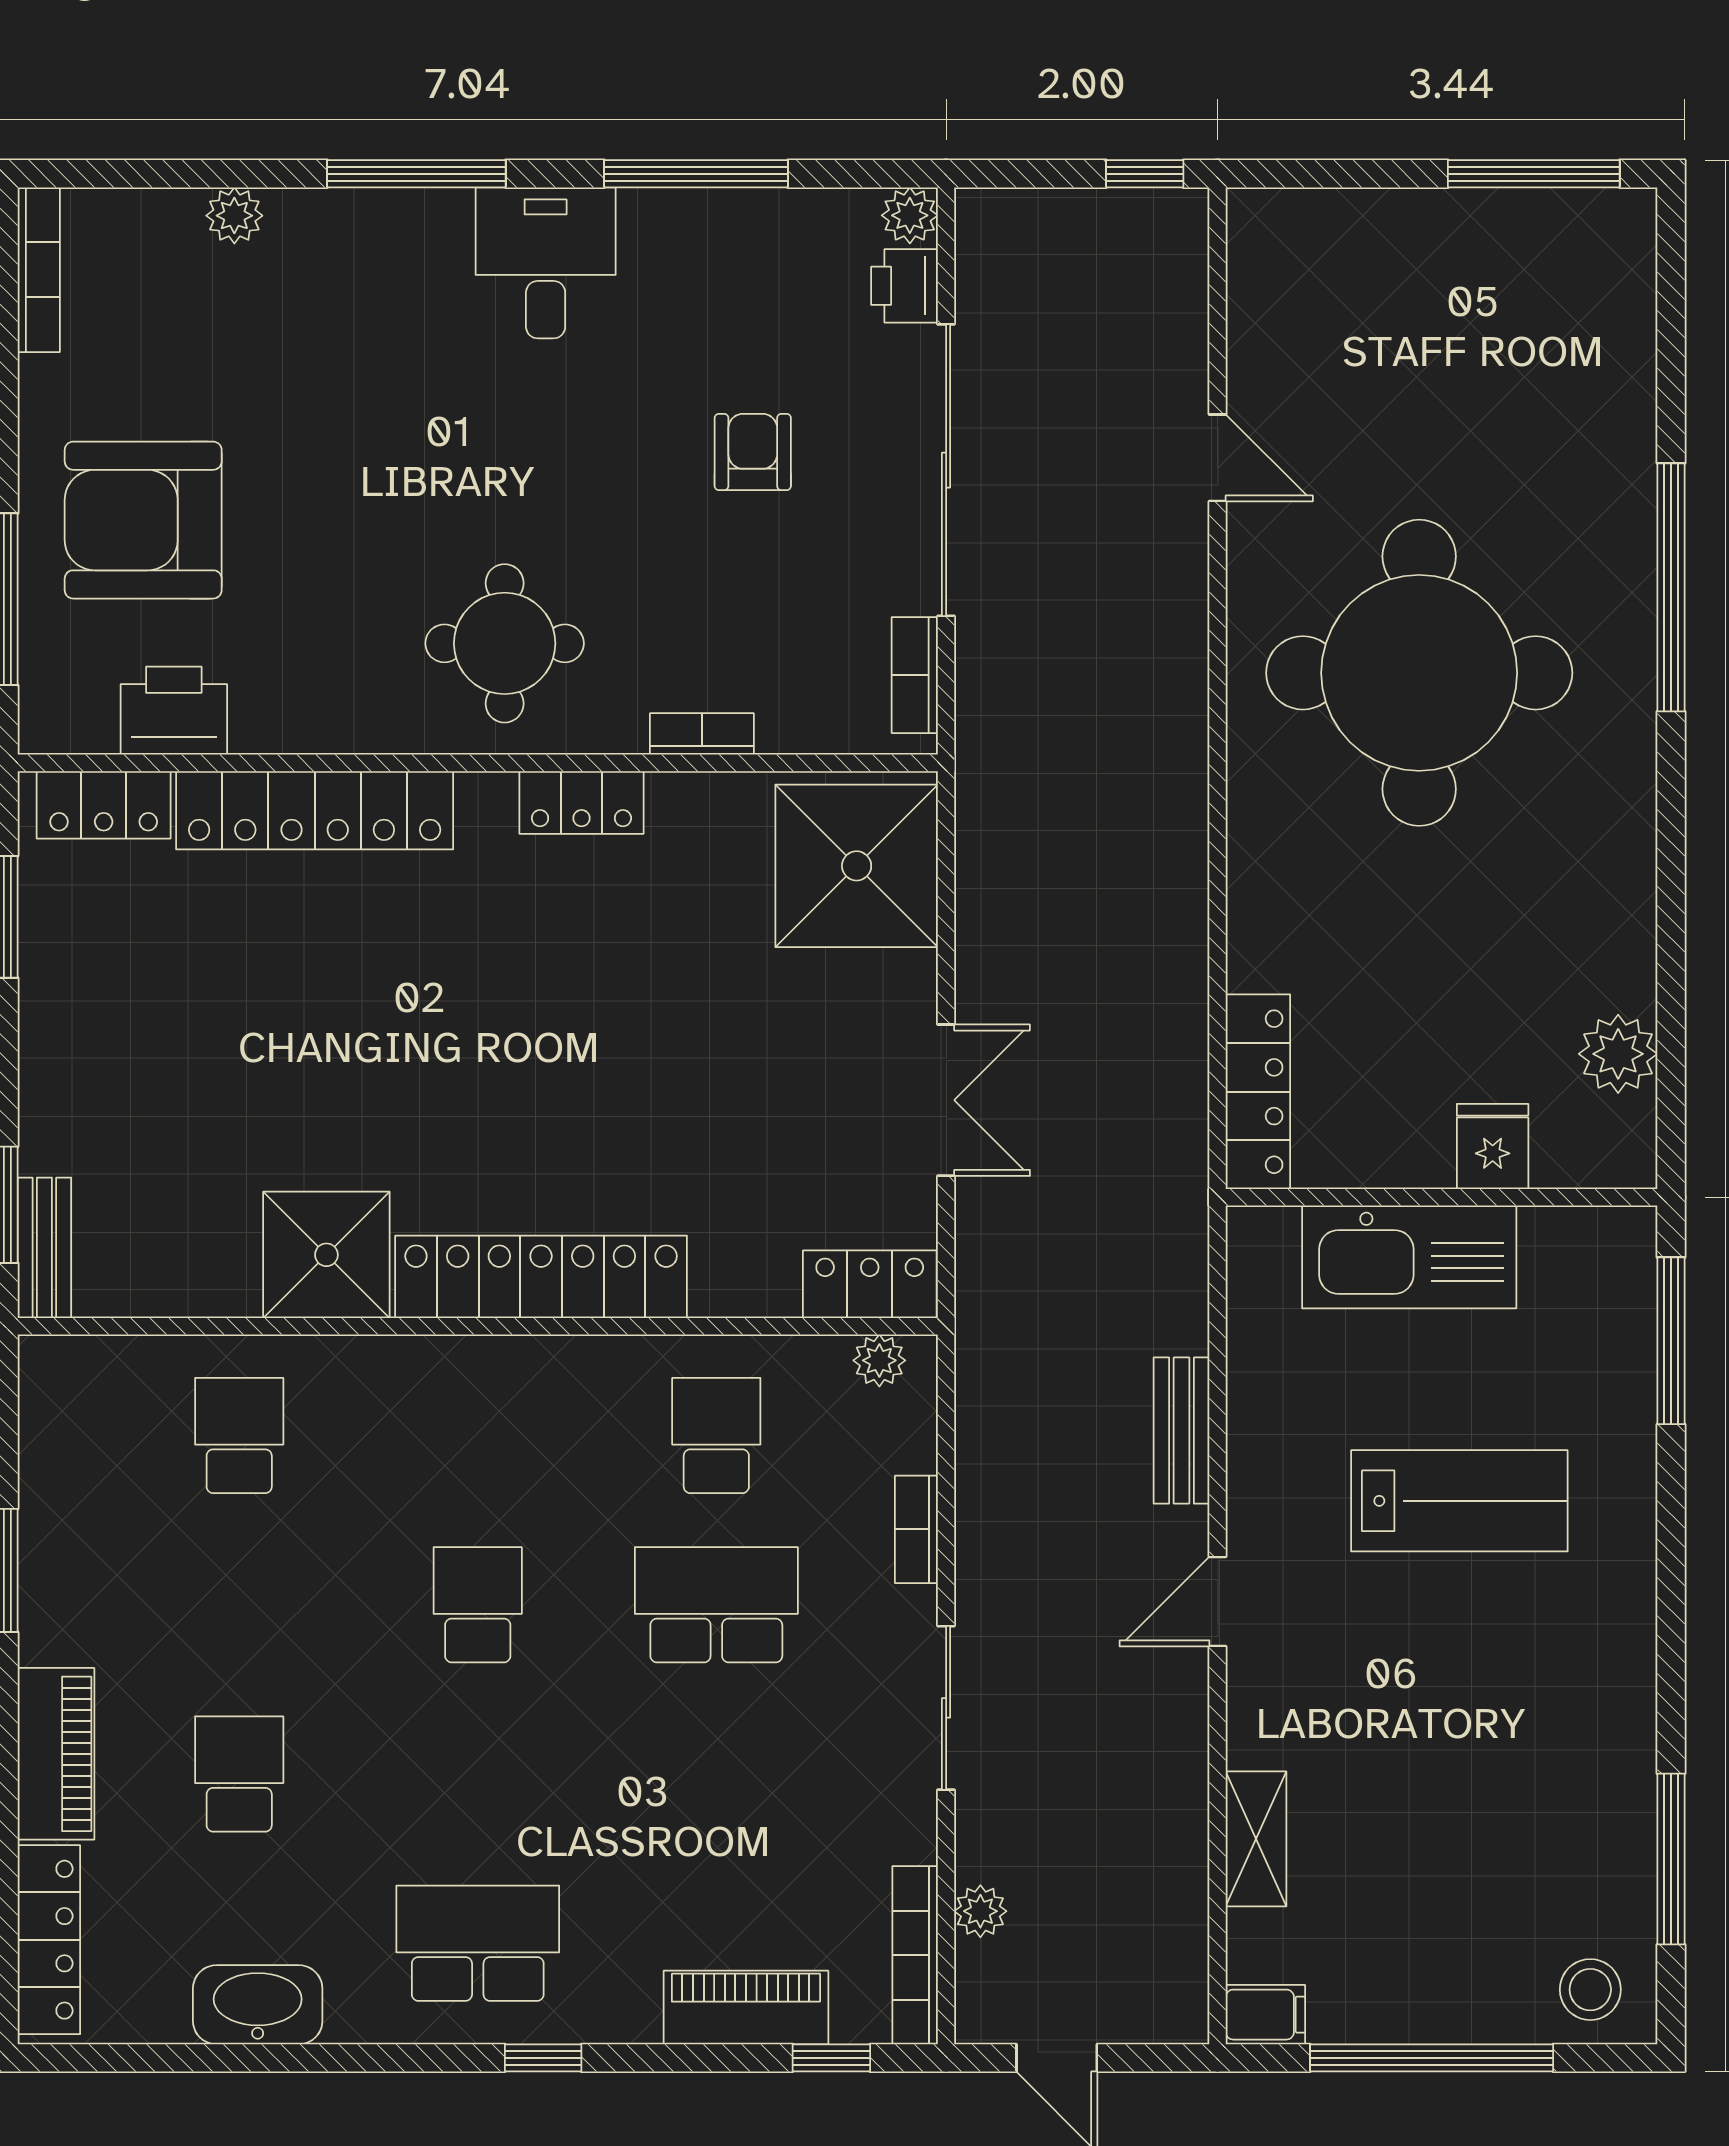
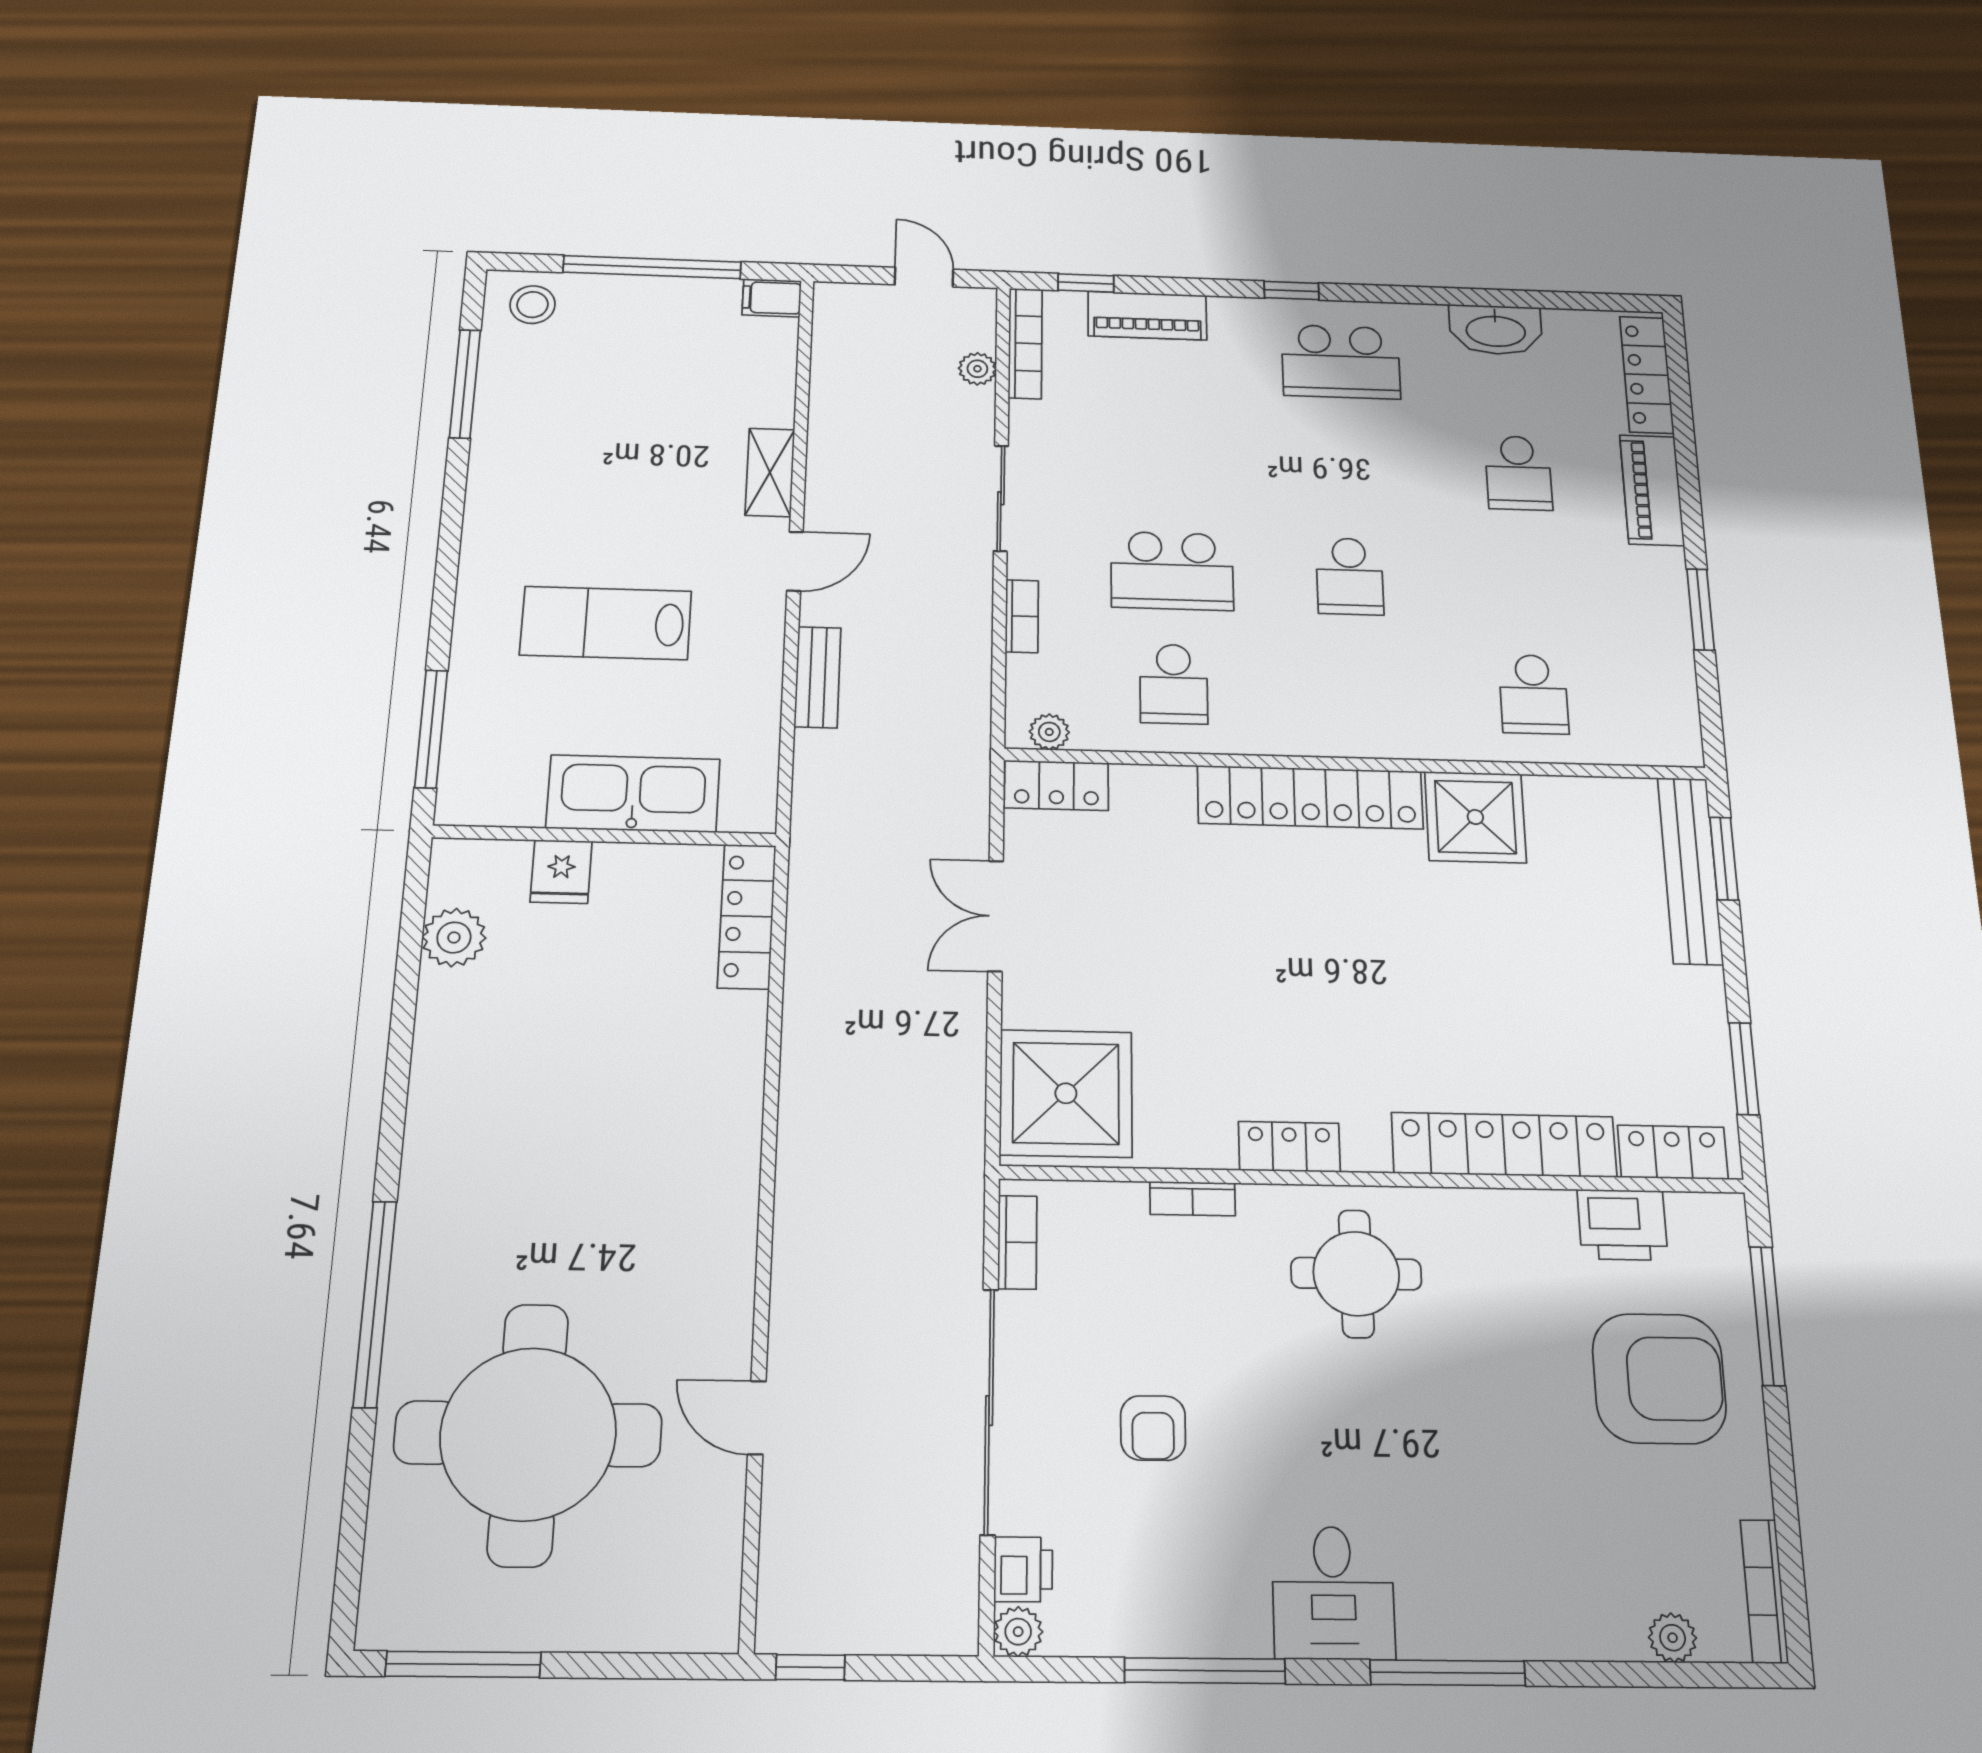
plant: (234, 216) -> (1673, 1638), moved
round table: (1419, 673) -> (528, 1434), moved
bench: (44, 1248) -> (1690, 870), width x1.86, depth x1.21
shelving: (1256, 1839) -> (770, 472), moved

